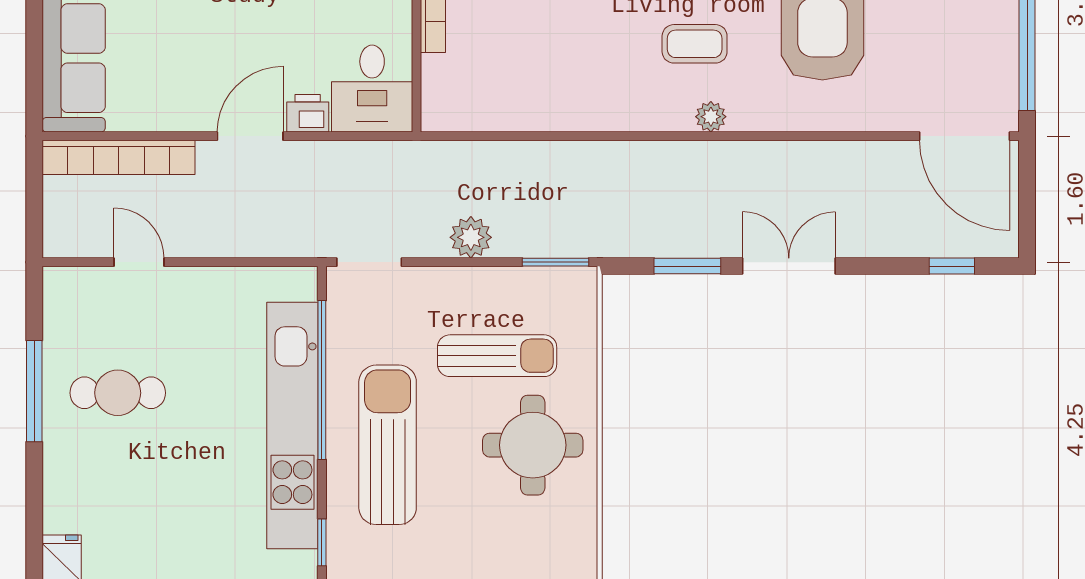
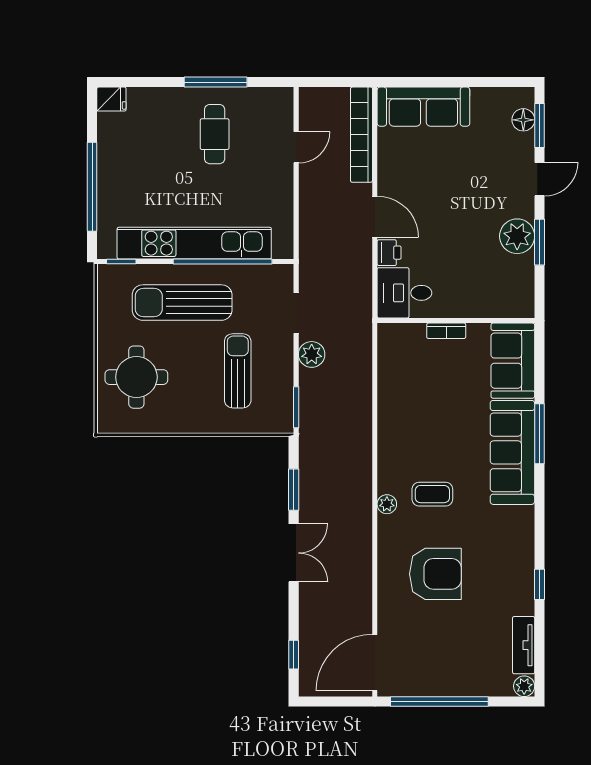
coffee table: (695, 44) -> (432, 494), turned 90
doorway: (369, 262) -> (296, 313), moved
sun lounger: (497, 356) -> (238, 371), turned 180
sun lounger: (388, 445) -> (182, 303), turned 180
round table: (533, 445) -> (136, 377), moved

